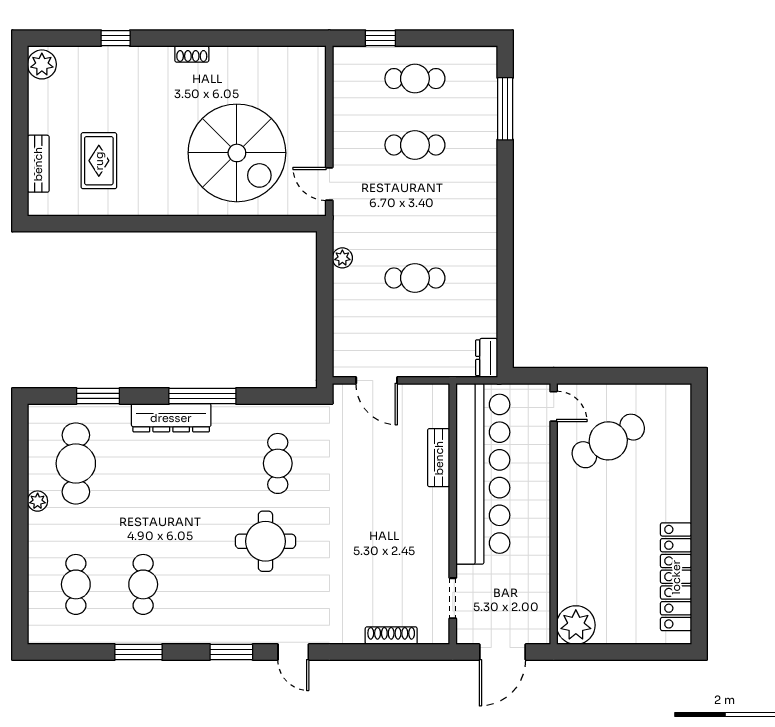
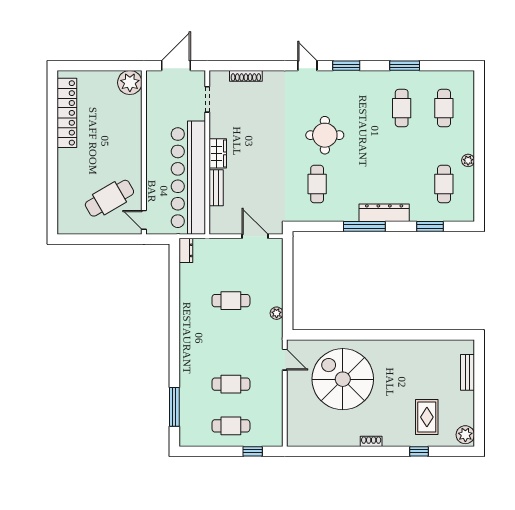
rug: (99, 161) -> (427, 417), moved
cafe table: (76, 463) -> (444, 184), width x0.73, depth x0.74
wardrobe: (436, 512) -> (218, 153), added

